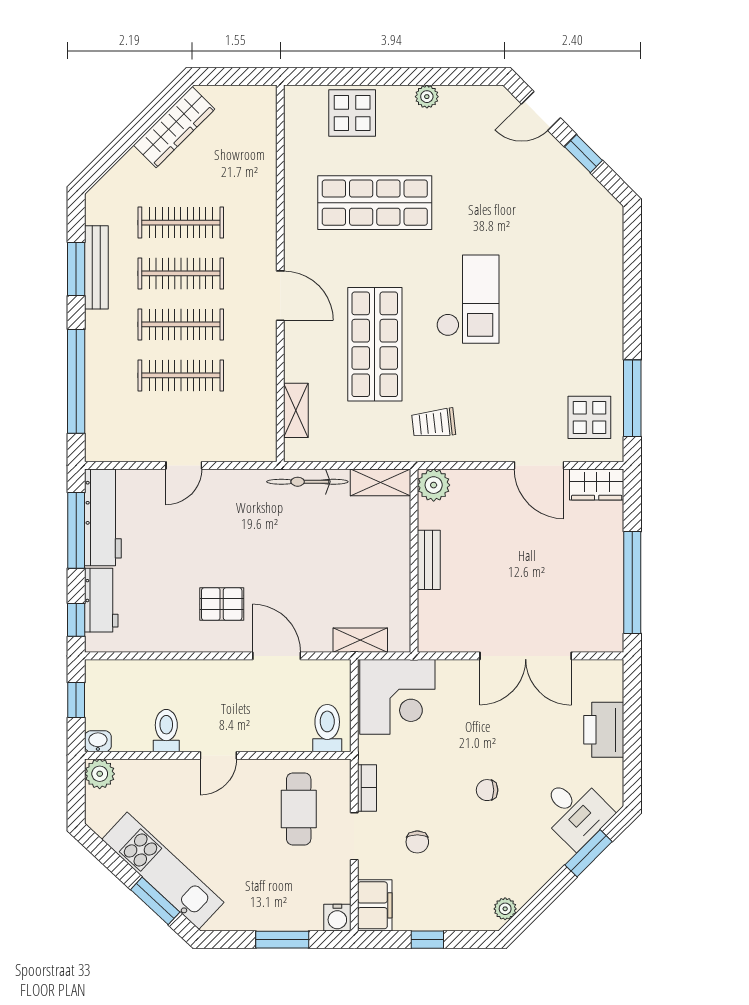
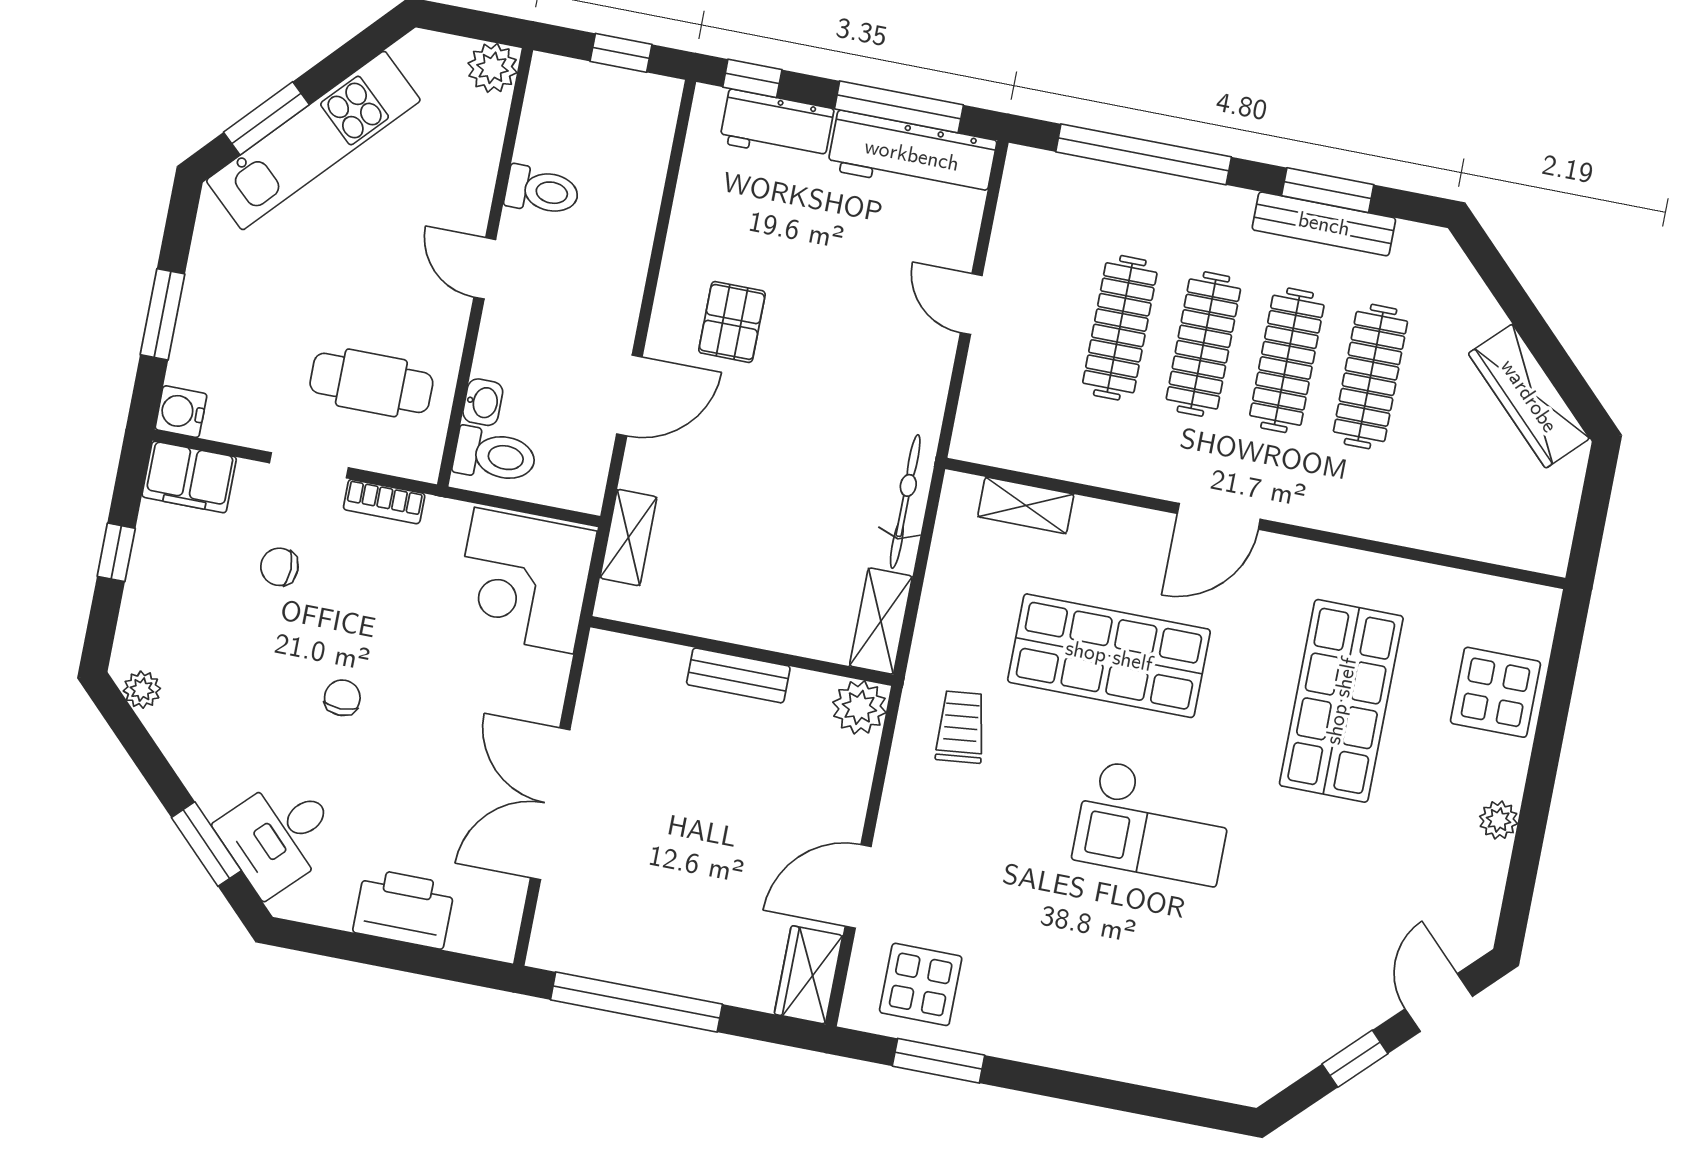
window: (632, 398) -> (938, 1061), width x0.69
washbasin: (98, 741) -> (483, 402), moved

